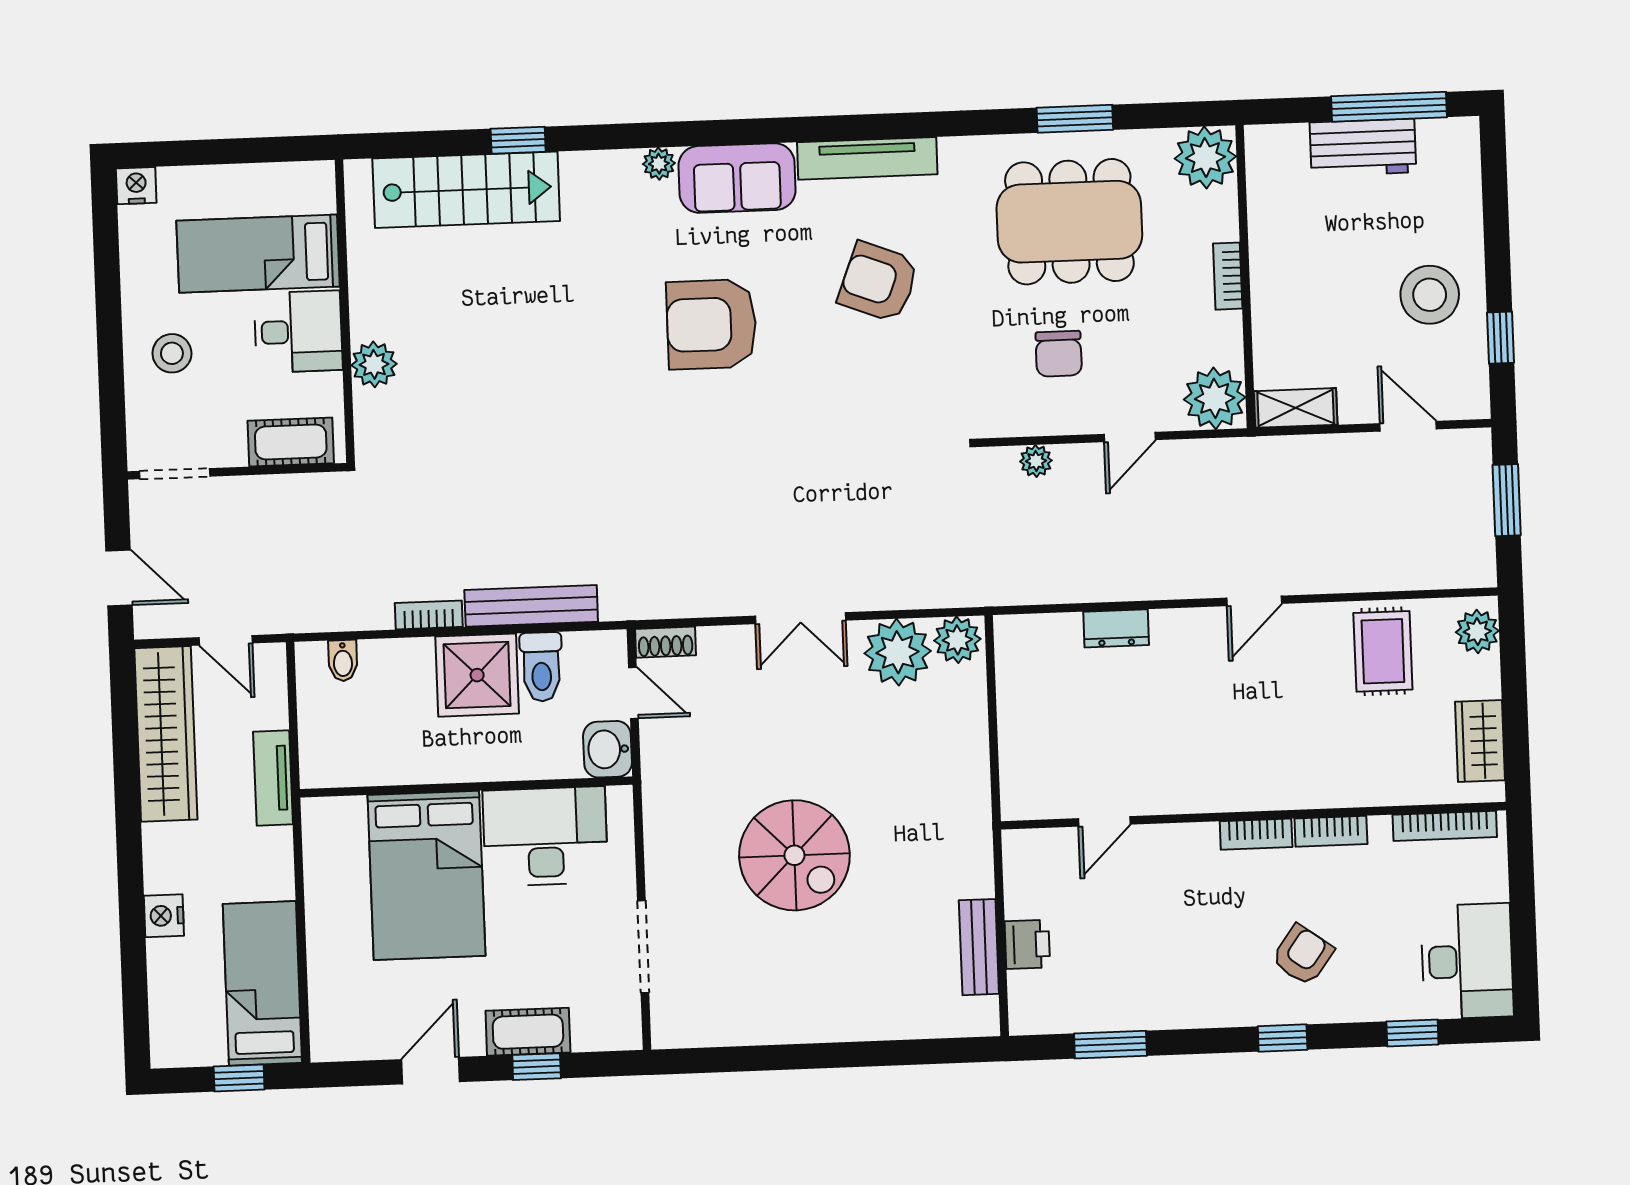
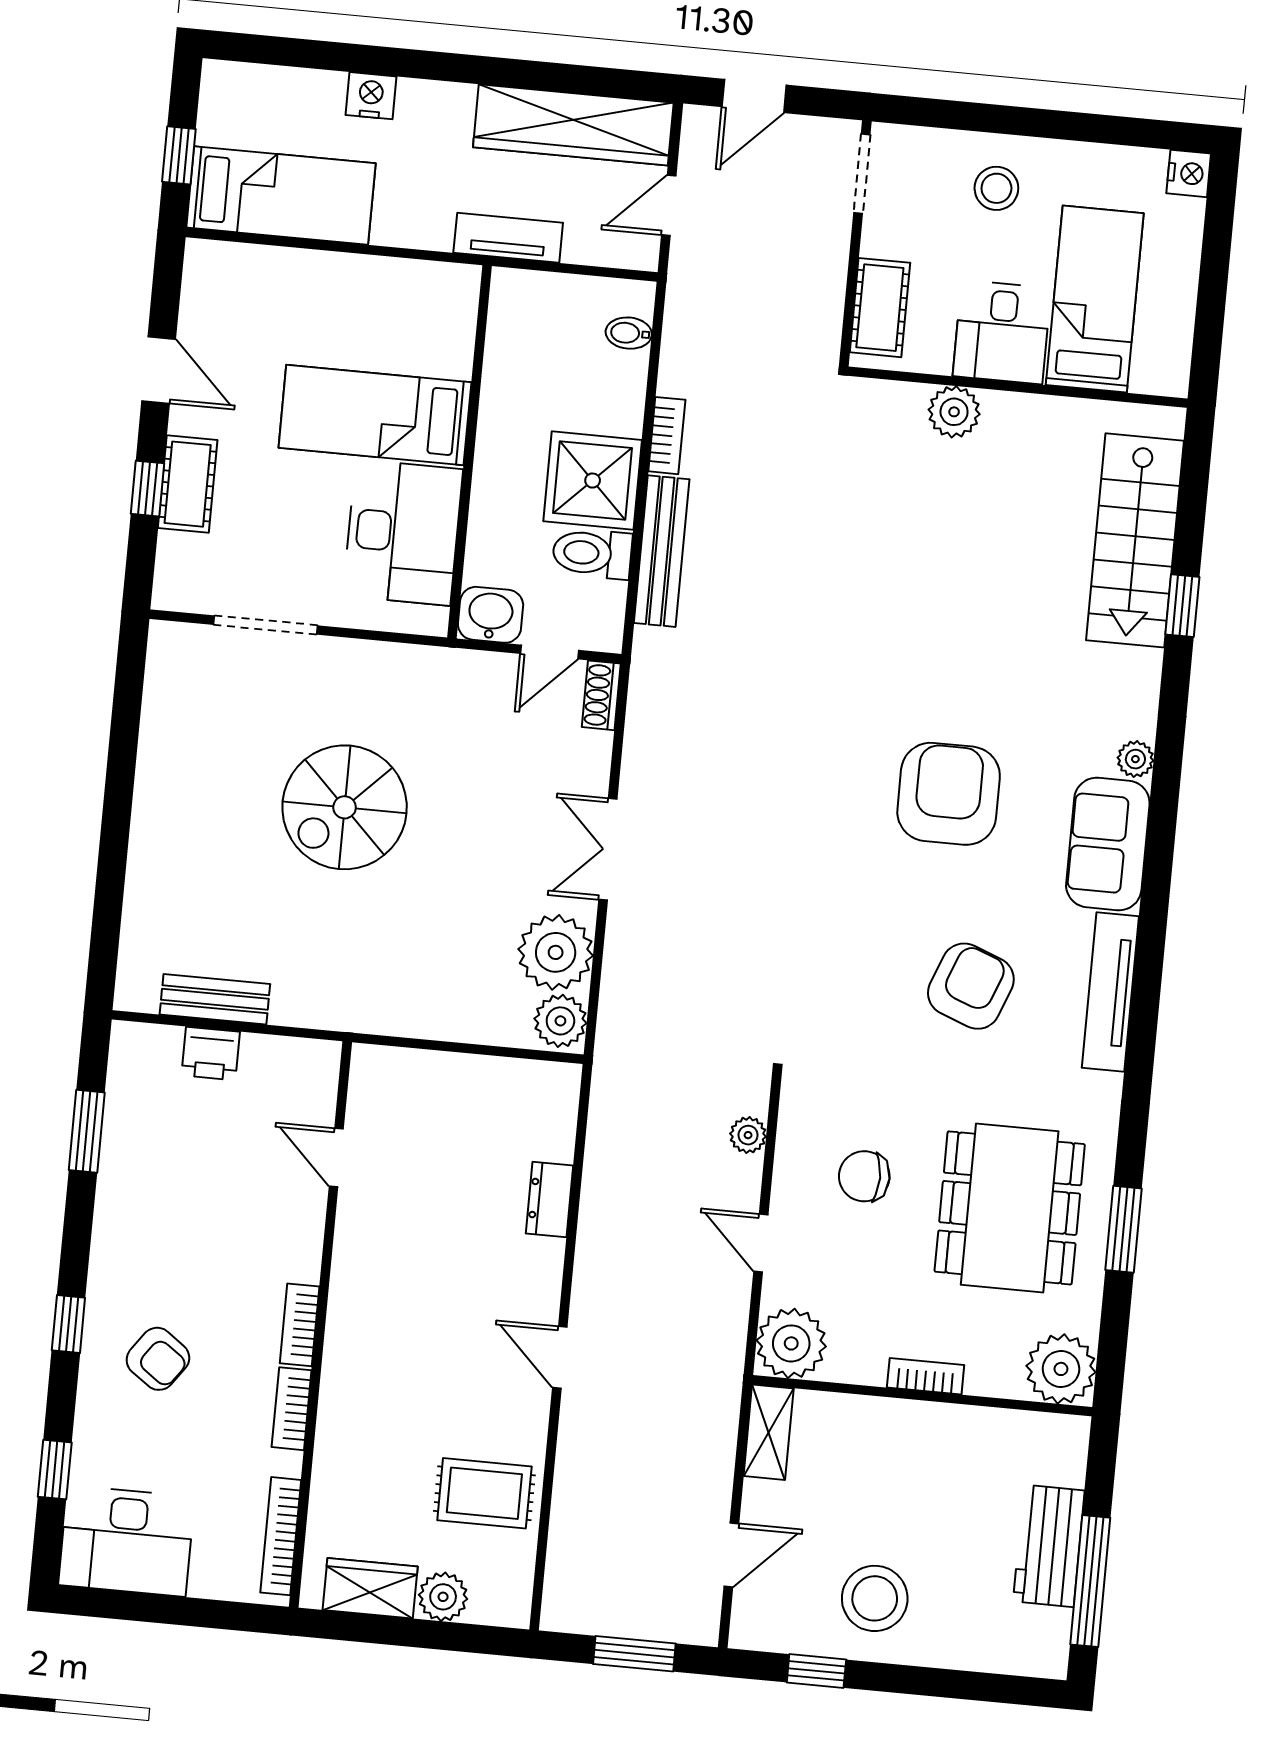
plant: (1477, 631) -> (443, 1597), moved
bed: (426, 875) -> (375, 415), width x0.67

